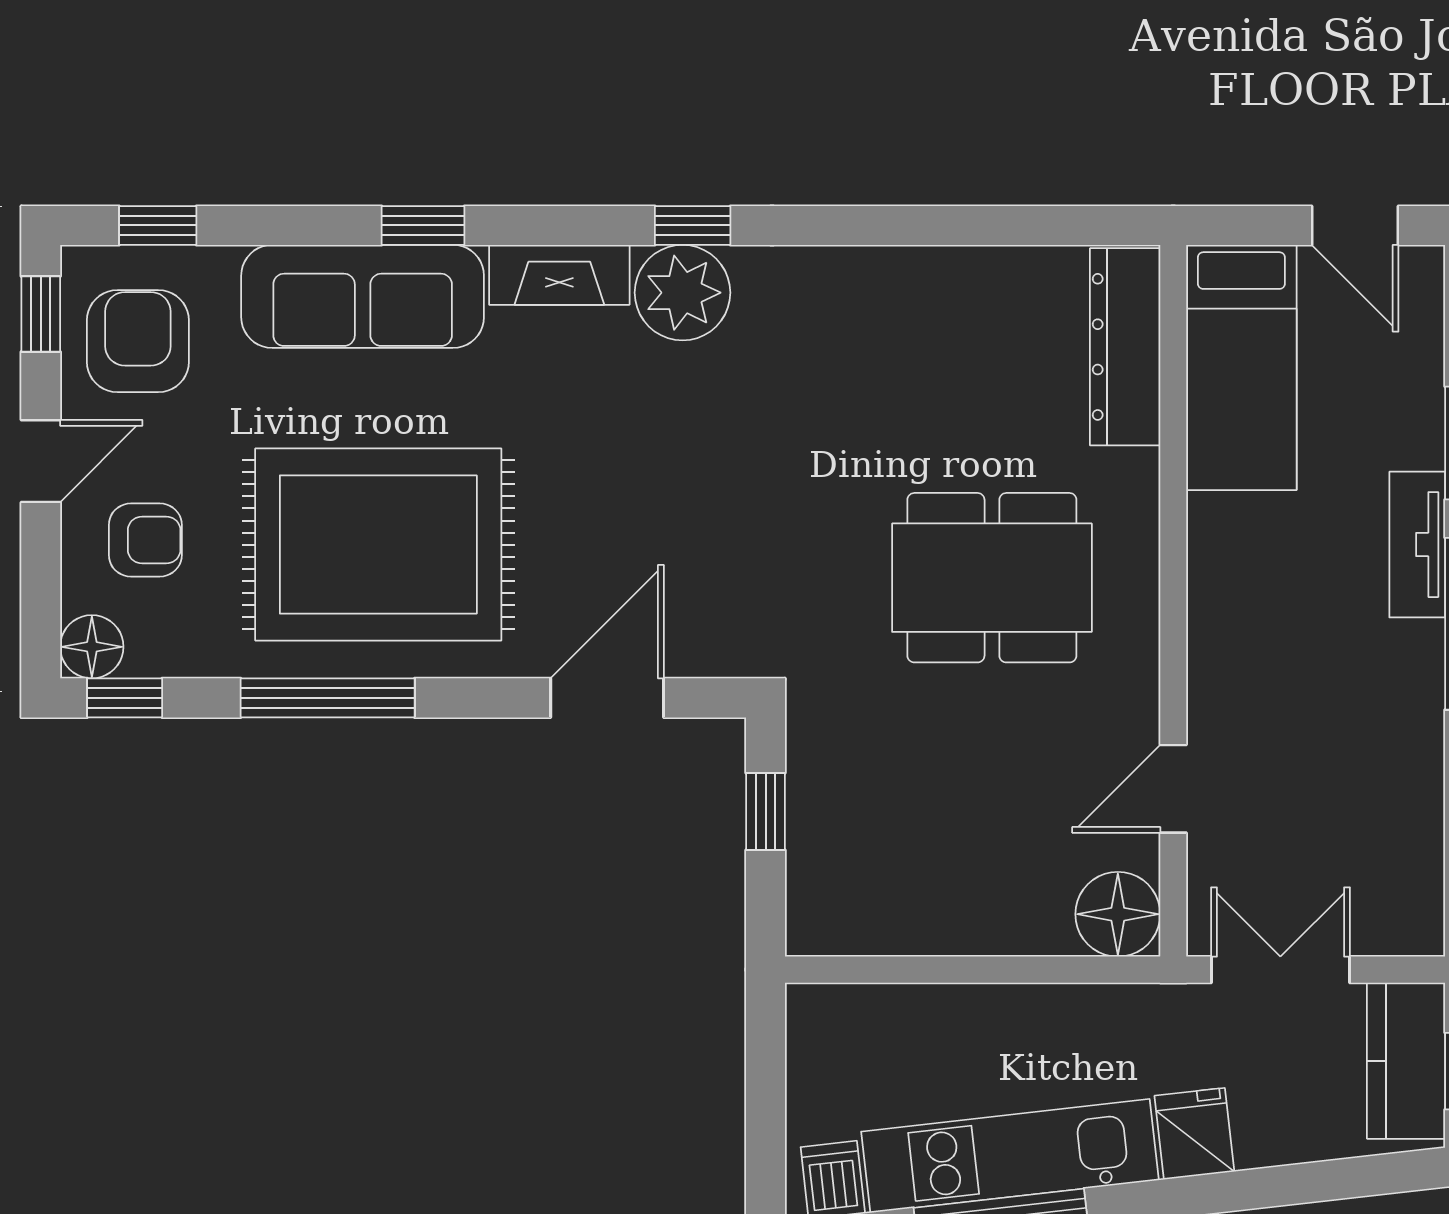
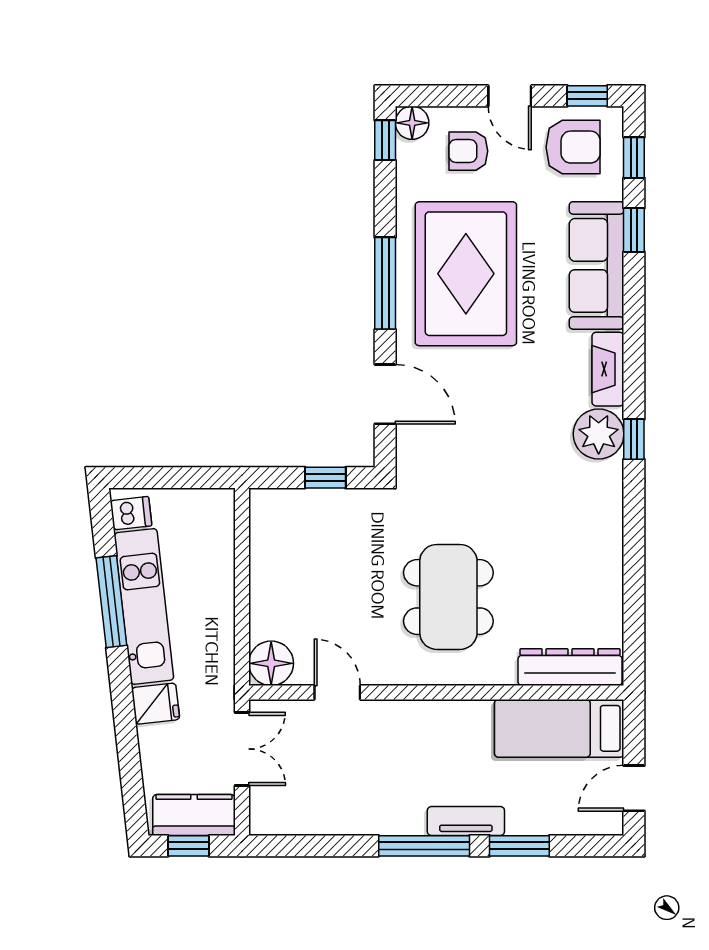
window: (423, 225) -> (634, 230), moved
armchair: (145, 540) -> (468, 151), turned 90
window: (328, 698) -> (385, 283), moved

